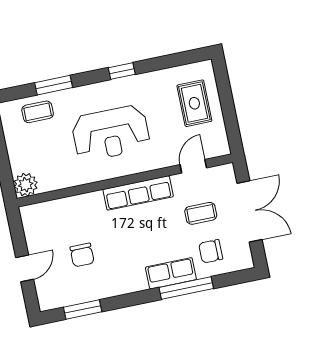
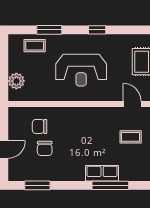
door: (193, 166) -> (132, 104), hinge flipped
plant: (26, 185) -> (16, 81), moved
row of seats: (138, 193) -> (91, 114), removed
chair: (211, 251) -> (40, 126), moved

